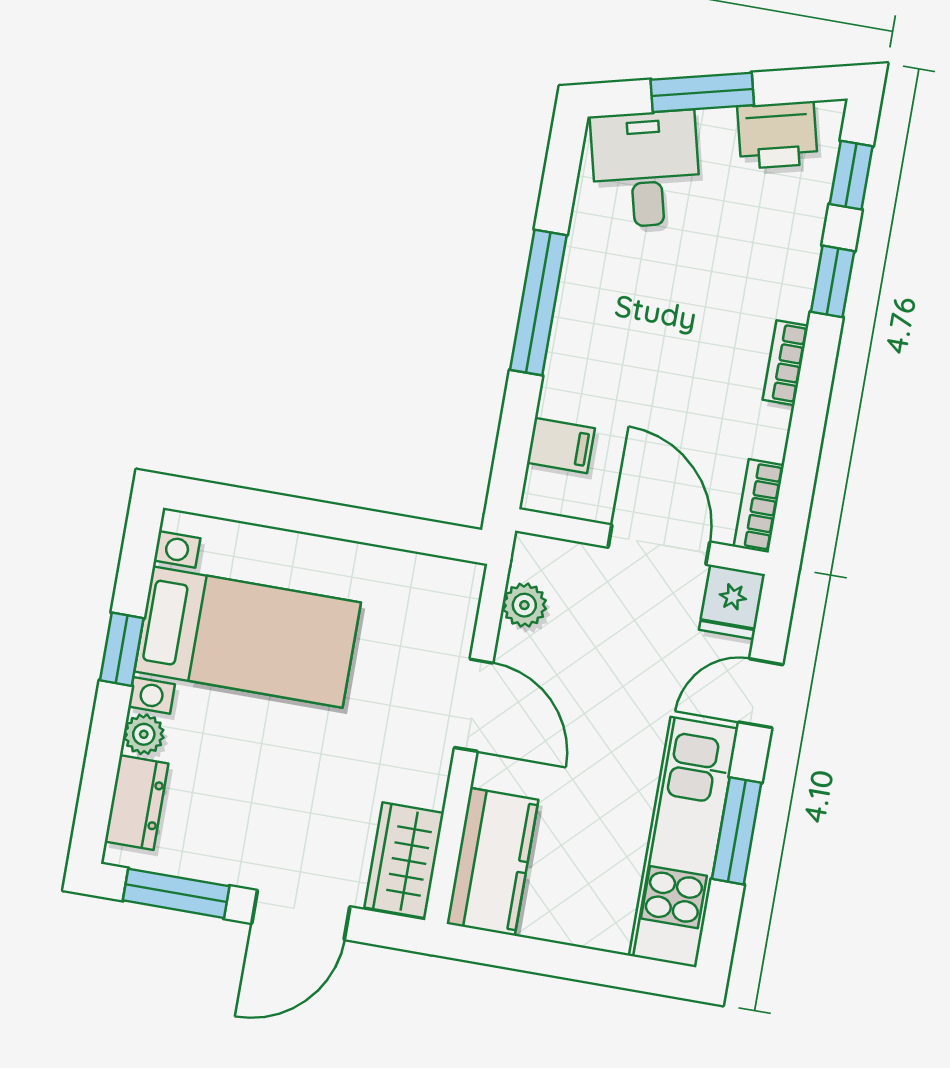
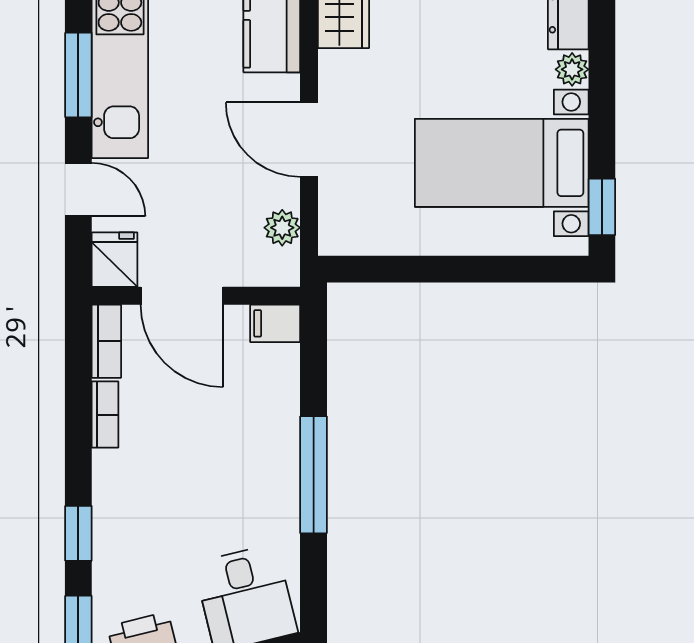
bookcase: (786, 363) -> (105, 415), moved
filing cabinet: (561, 446) -> (275, 323), moved
window: (122, 649) -> (602, 207), moved
door: (761, 693) -> (78, 190), hinge flipped

